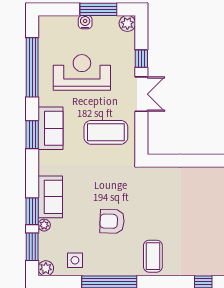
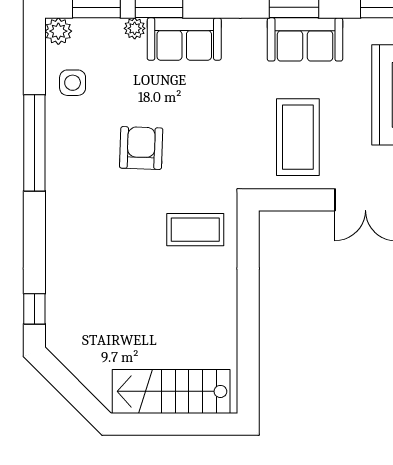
coffee table: (153, 256) -> (195, 230), moved

